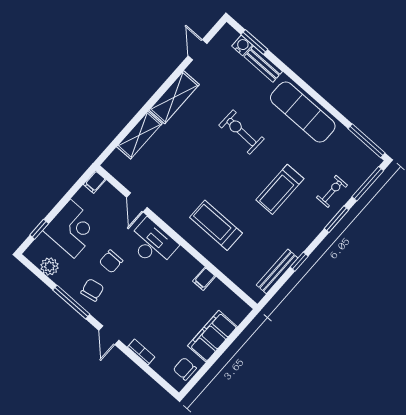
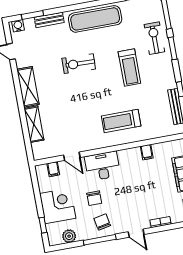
water cooler: (242, 45) -> (18, 26), moved
filing cabinet: (95, 182) -> (53, 169), moved
exercise bike: (332, 191) -> (154, 38), width x1.38, depth x1.39

